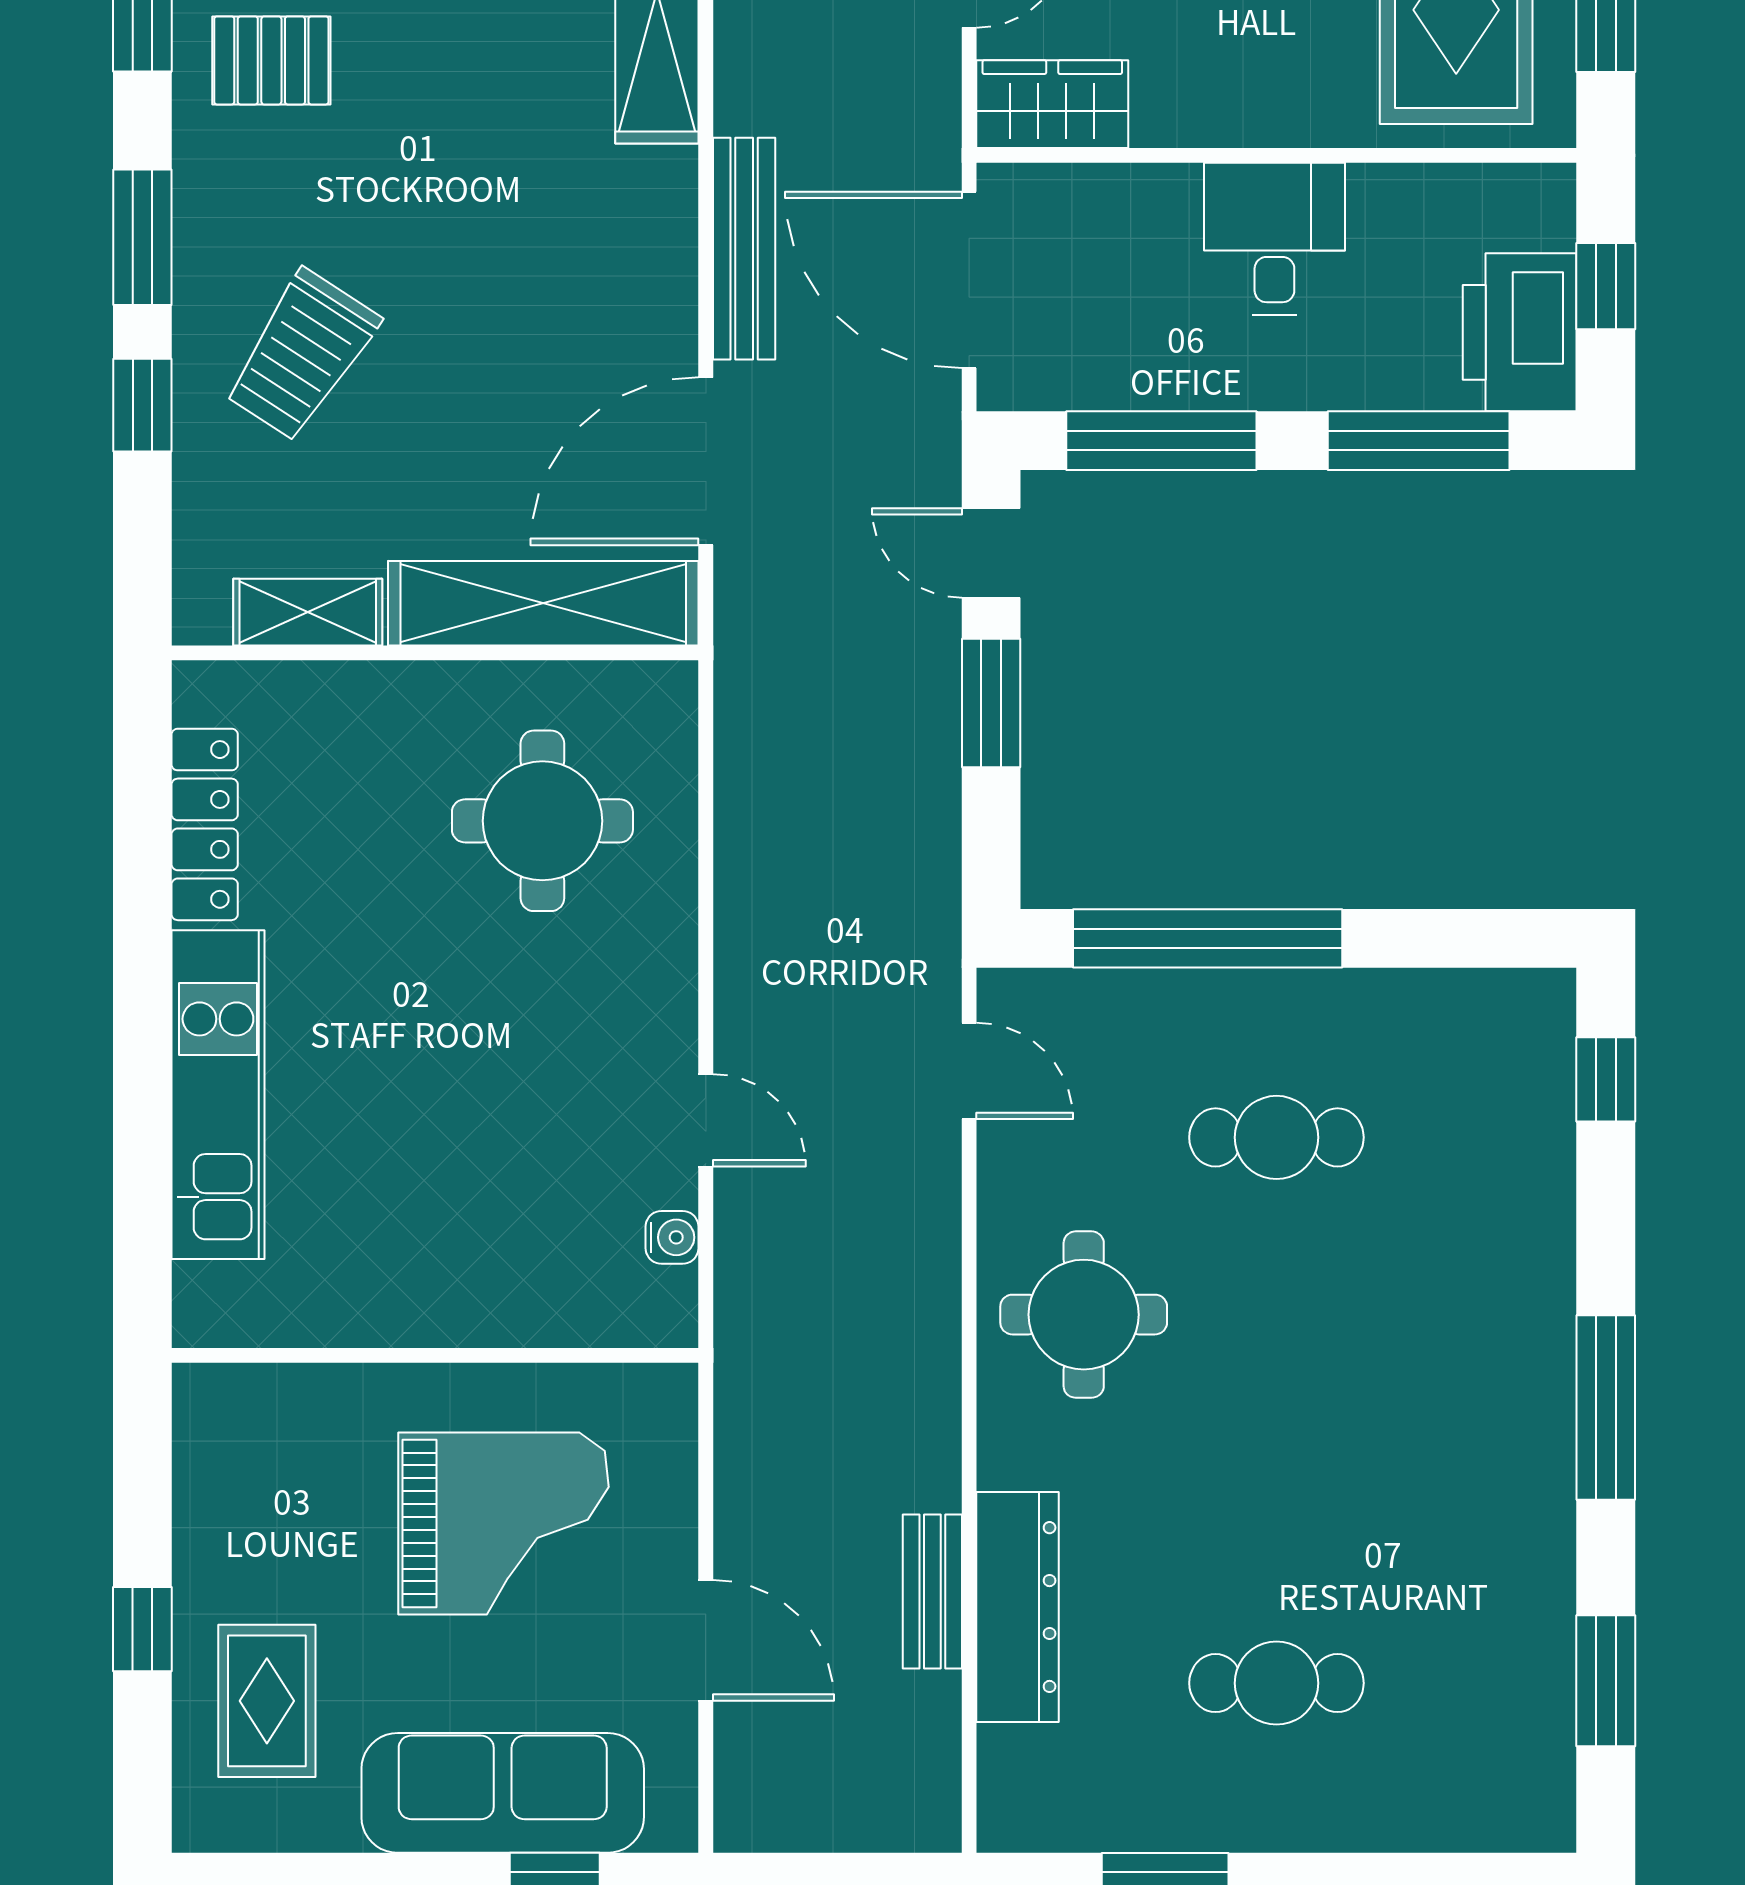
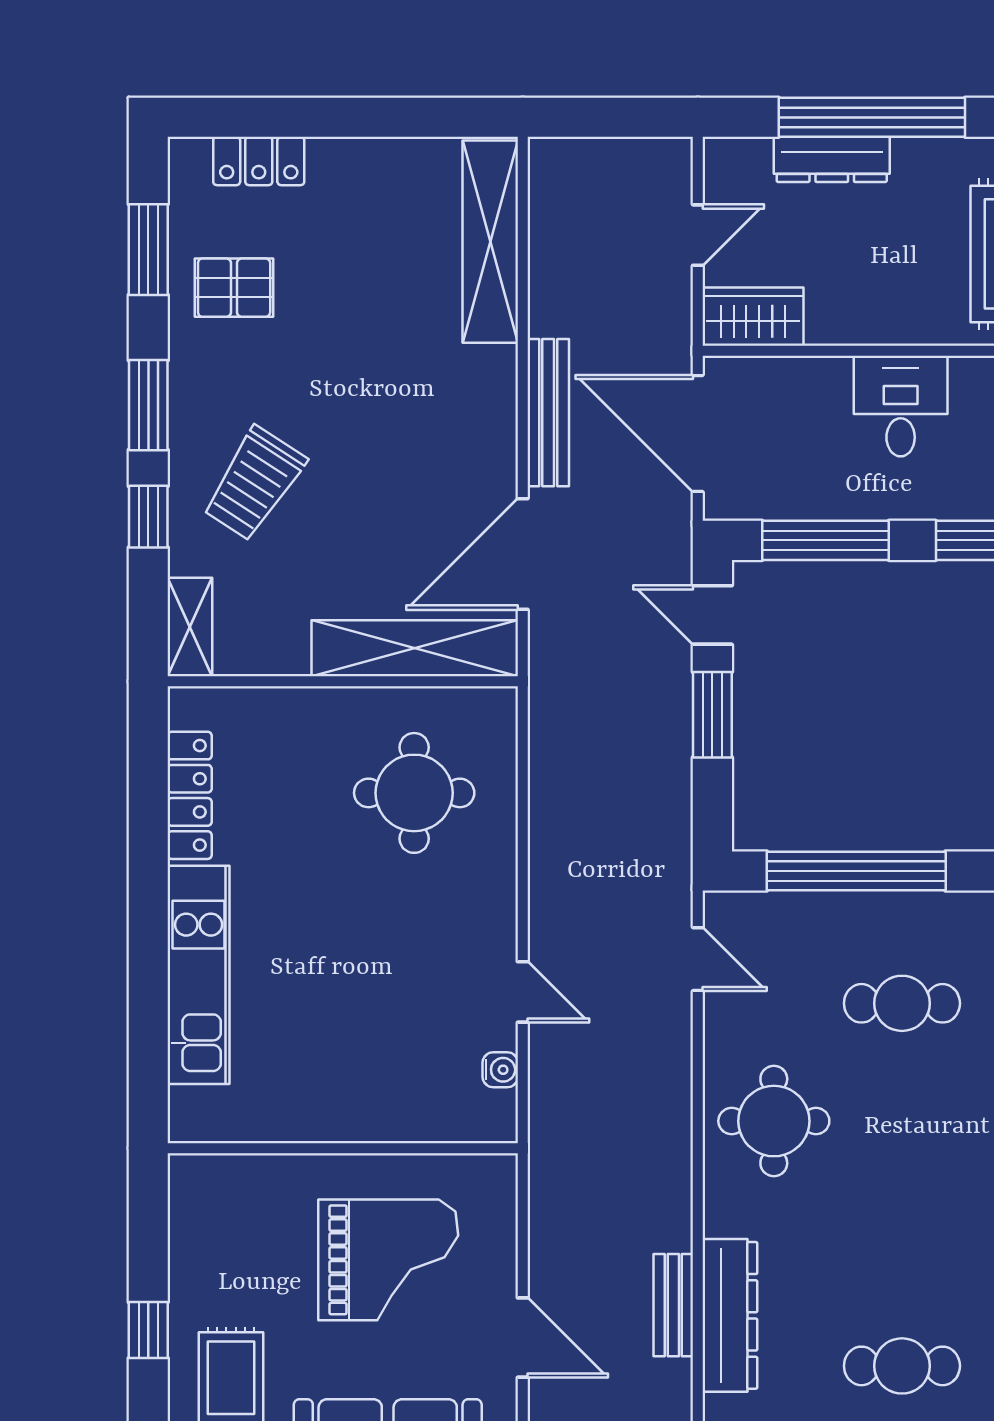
shelving: (308, 612) -> (190, 627), moved, turned 90

